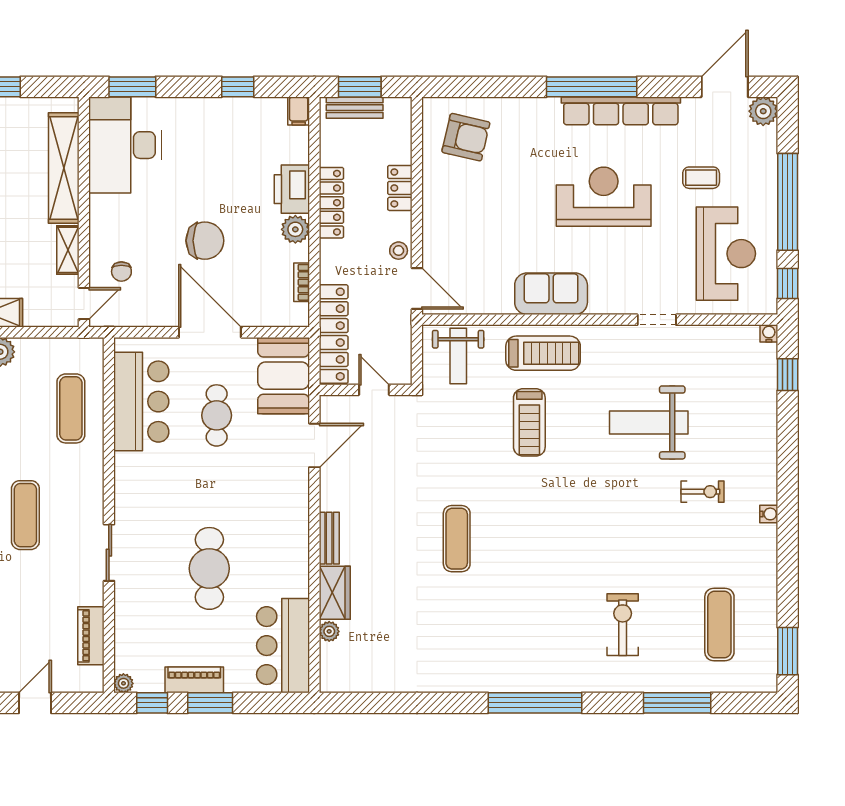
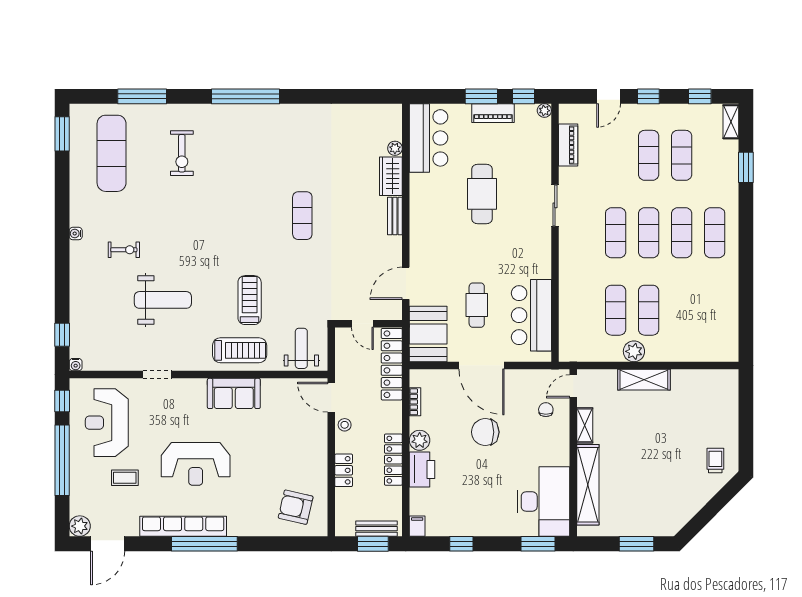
treadmill: (543, 353) -> (240, 350), turned 180
exercise mat: (71, 408) -> (616, 310), moved
exercise bike: (702, 492) -> (124, 250), turned 180
exercise mat: (719, 624) -> (112, 153), width x1.36, depth x1.45

